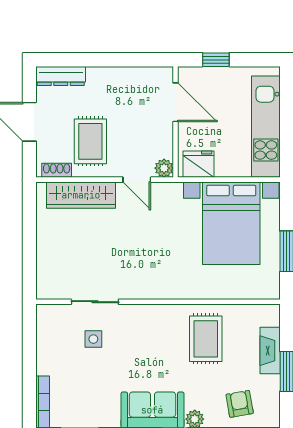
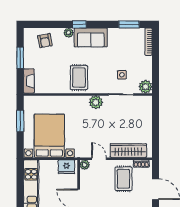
plant: (143, 287) -> (96, 102), added
plant: (49, 316) -> (145, 87), added
rug: (206, 339) -> (79, 78), moved
fireplace: (270, 351) -> (29, 81), moved

